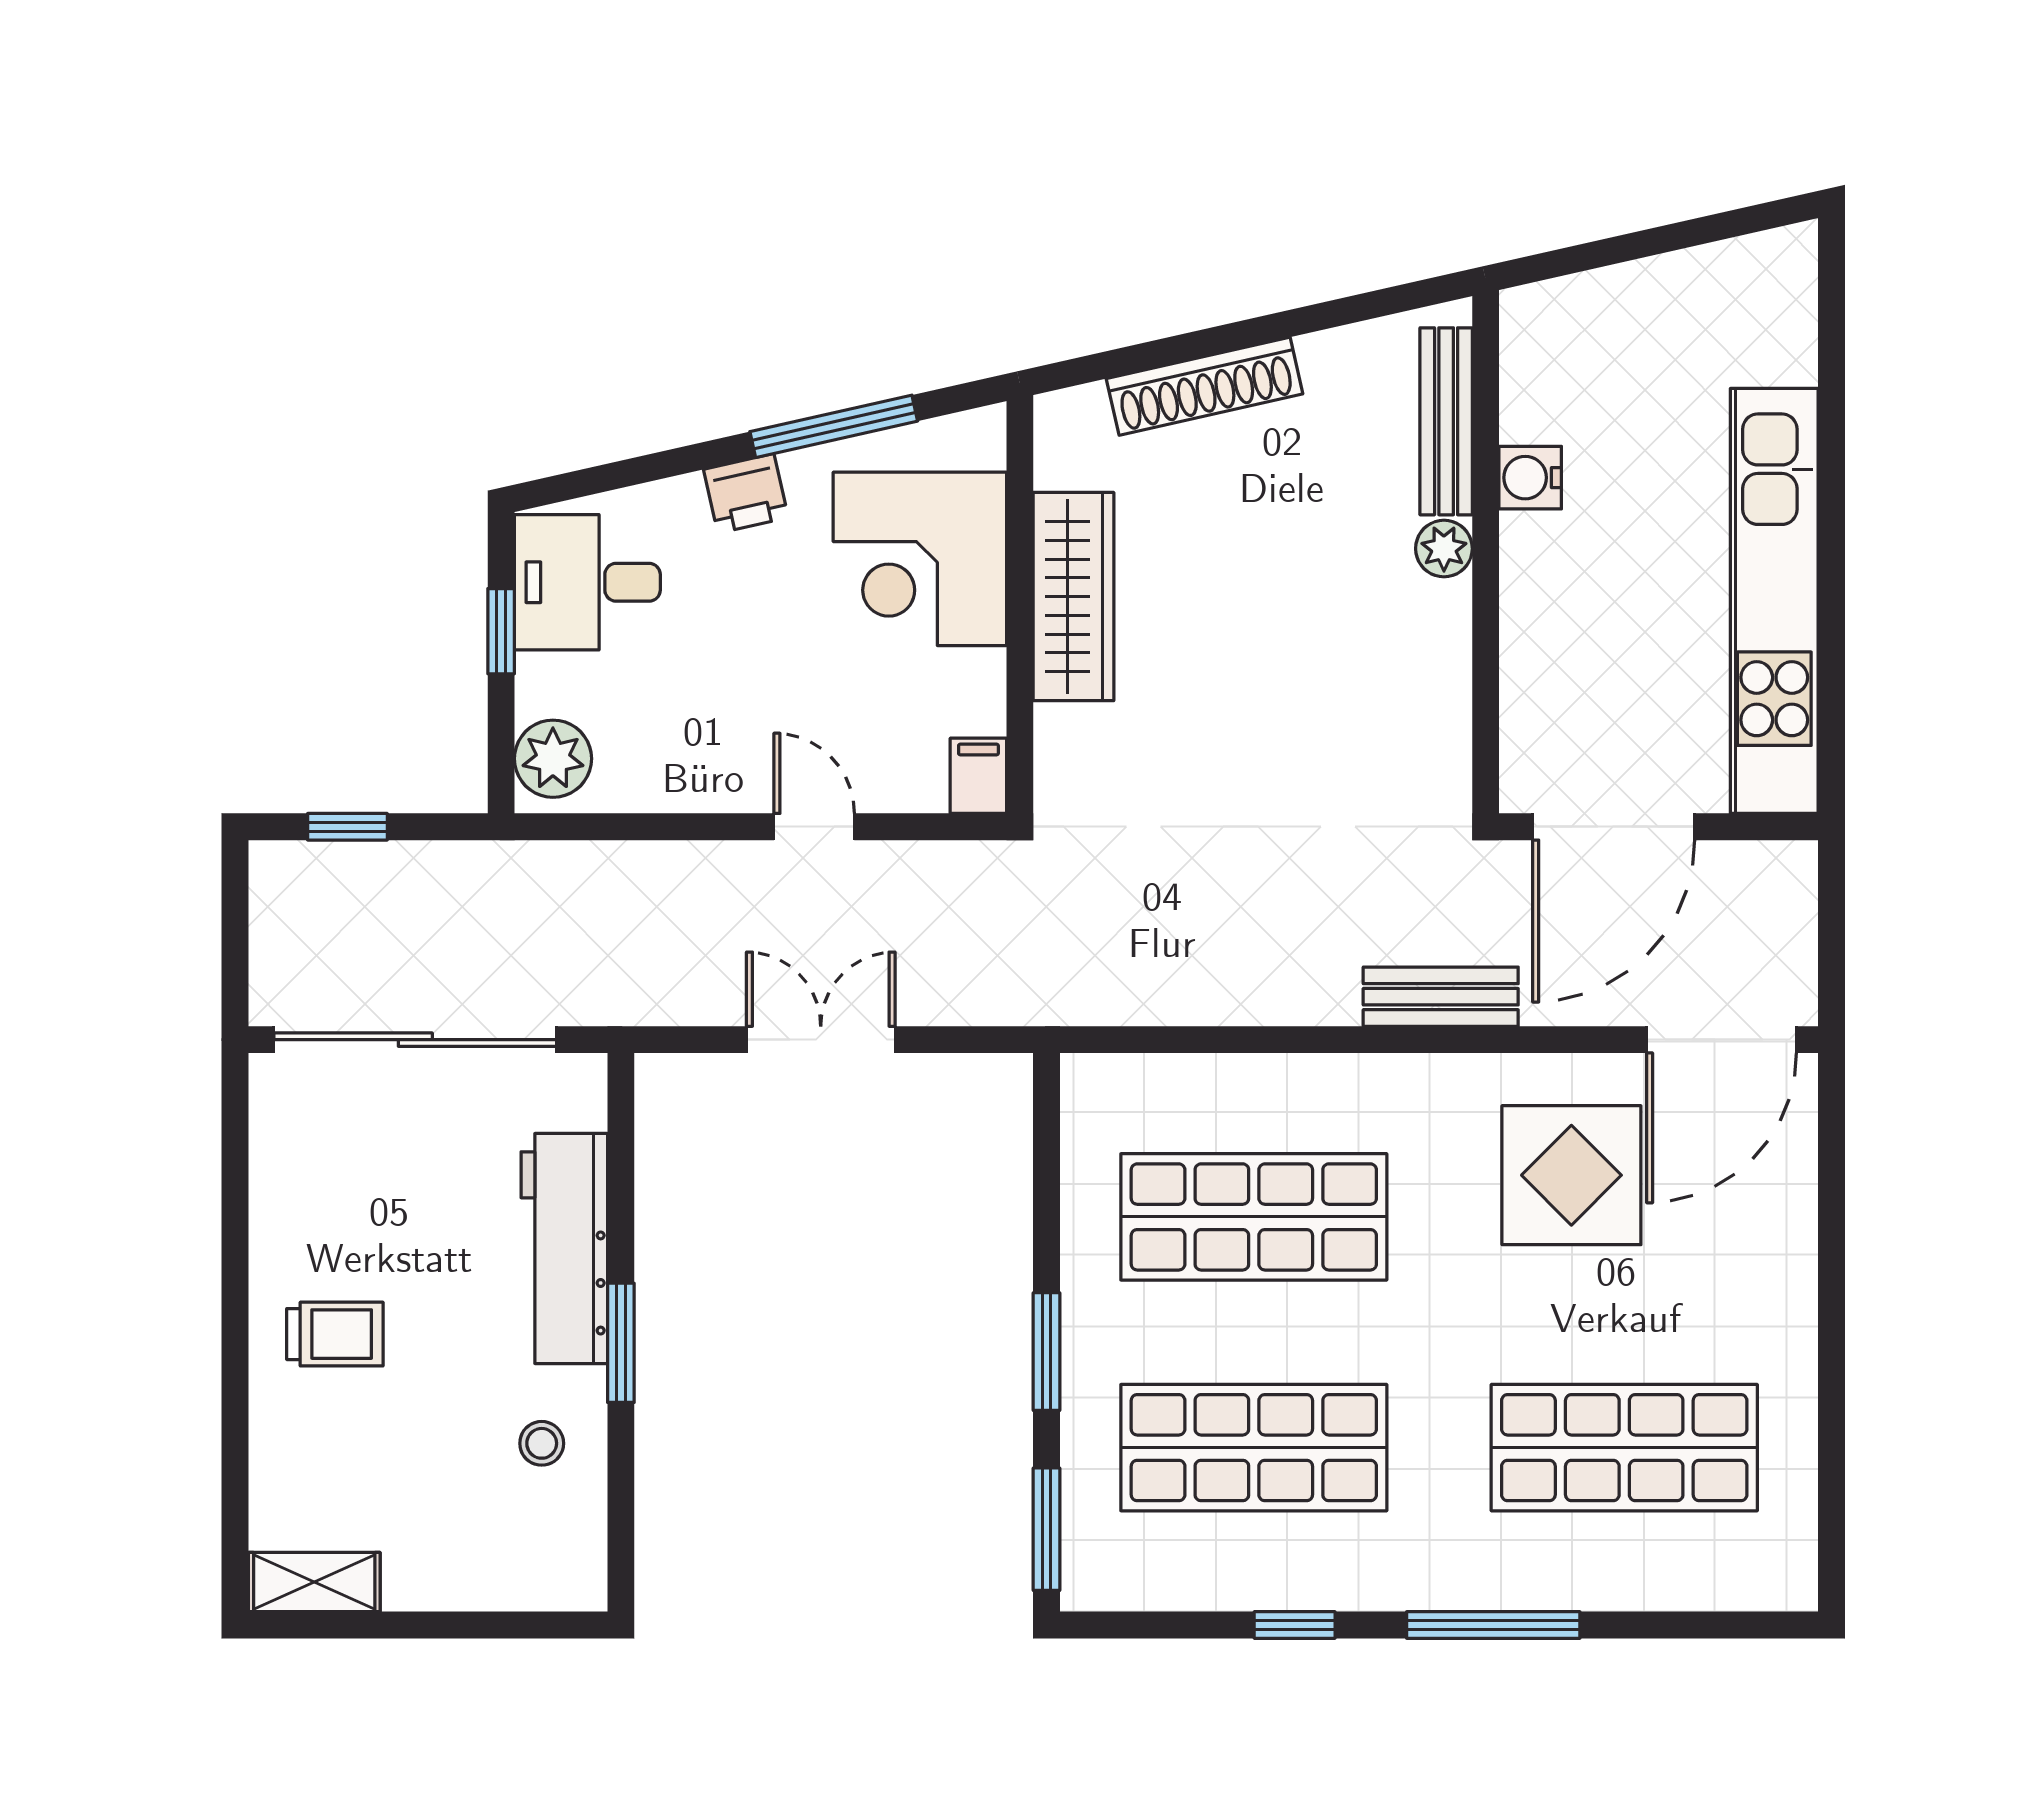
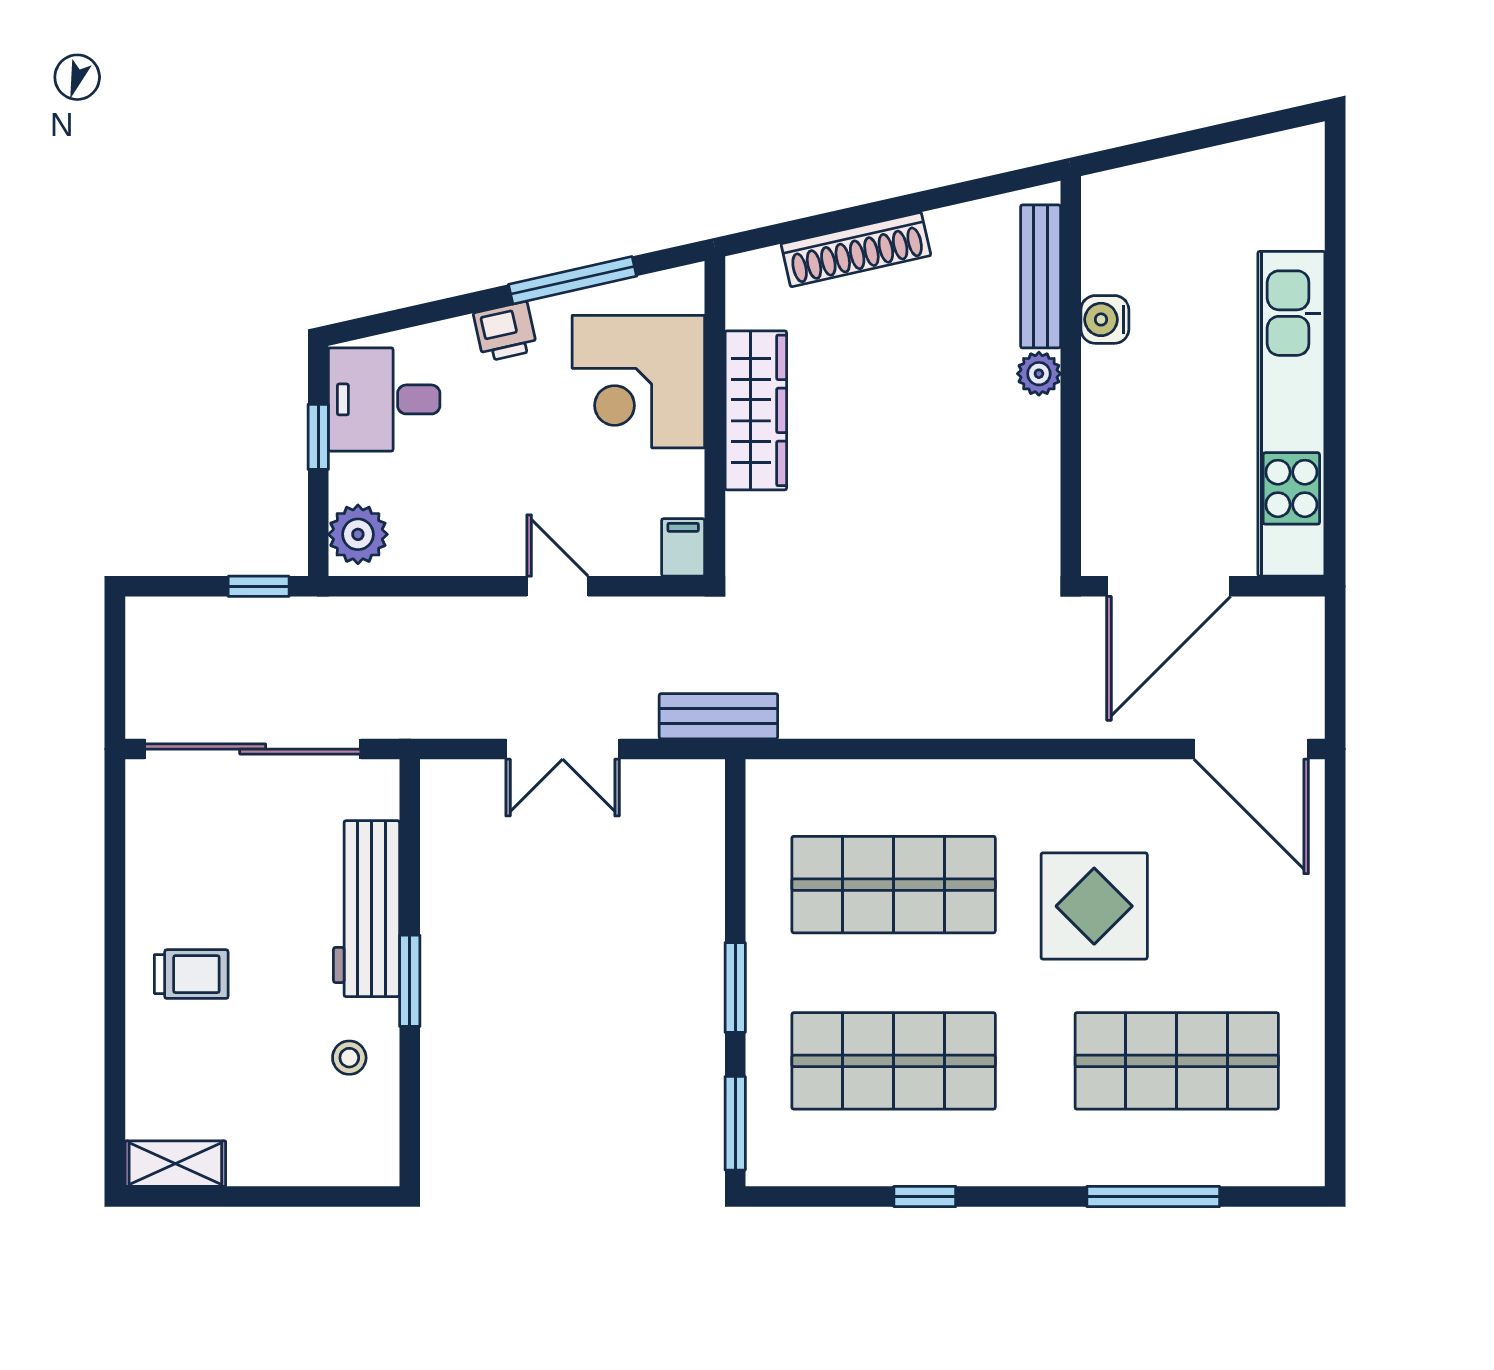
window: (347, 827) -> (259, 586), moved
bench: (1441, 997) -> (718, 716), moved
double door: (821, 1040) -> (563, 749), swing flipped
door: (1722, 1040) -> (1251, 749), hinge flipped
display table: (1571, 1175) -> (1094, 906), moved
window: (1493, 1625) -> (1153, 1196), moved

